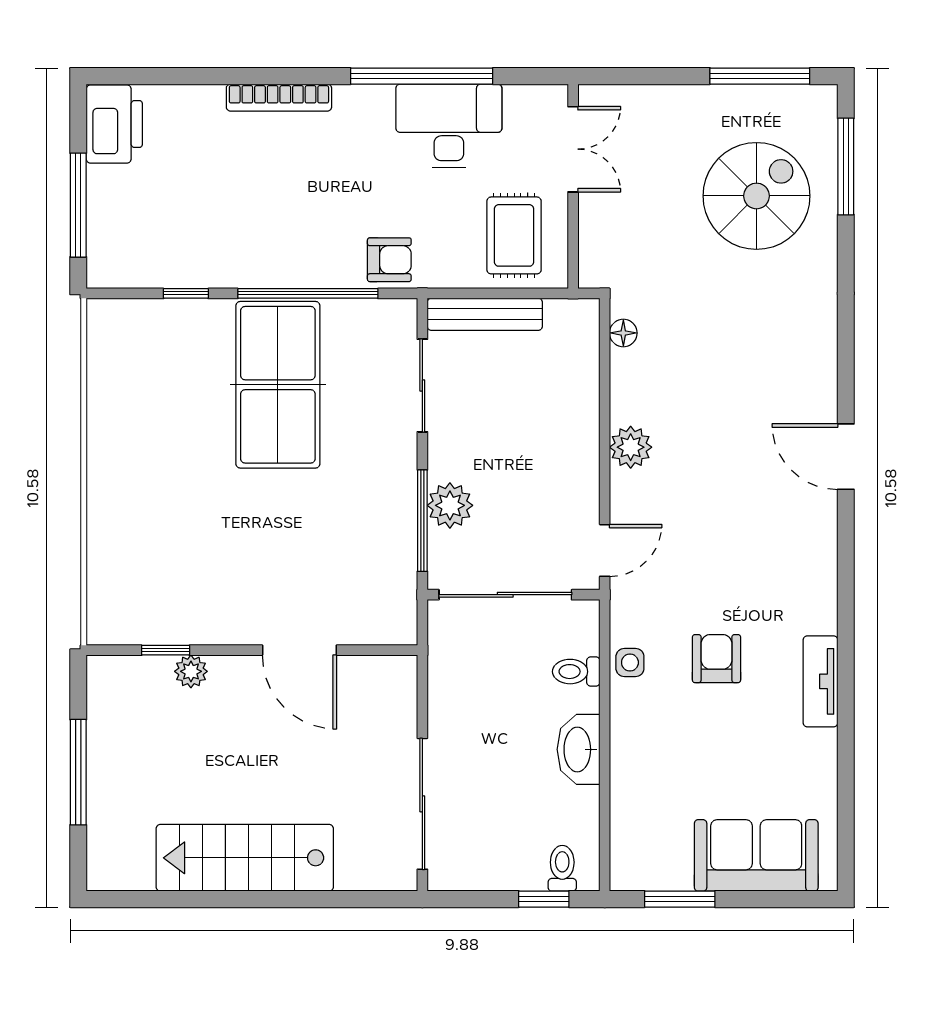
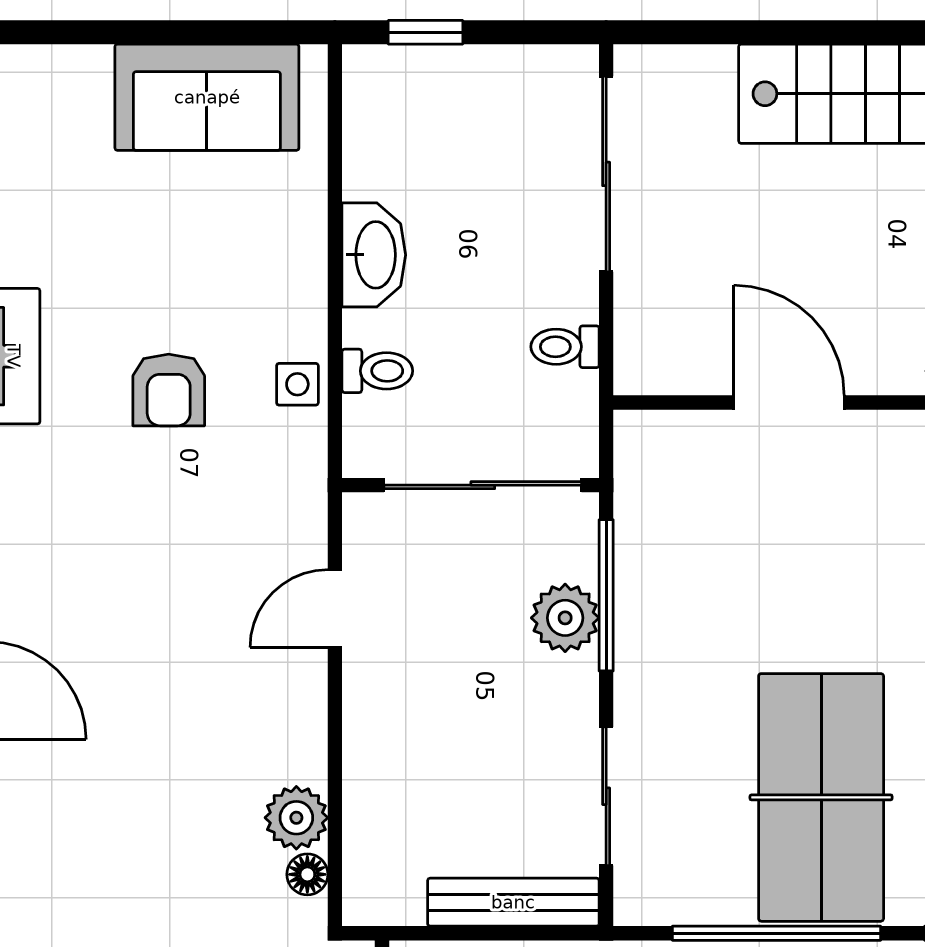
plant: (631, 447) -> (296, 818), moved
door: (605, 550) -> (335, 609), moved
sofa: (756, 855) -> (207, 97), moved
toilet: (562, 868) -> (565, 347), moved, turned 90
window: (680, 899) -> (223, 32), removed

